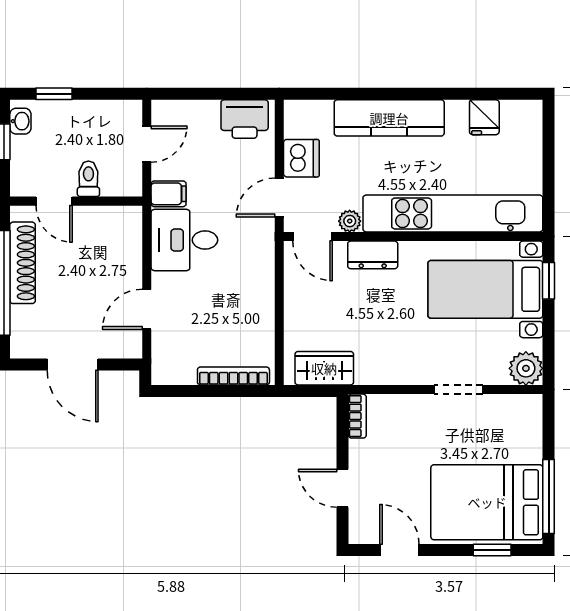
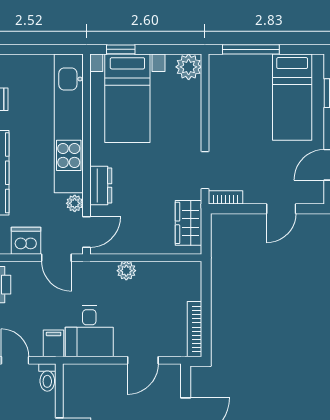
toilet: (88, 179) -> (47, 377), moved, turned -90
plant: (263, 288) -> (126, 271), added
door: (147, 309) -> (143, 360), hinge flipped
bookcase: (233, 376) -> (194, 329), moved
doorway: (459, 390) -> (205, 170), moved
window: (549, 496) -> (251, 49), moved
bed: (487, 502) -> (292, 97), width x0.67

